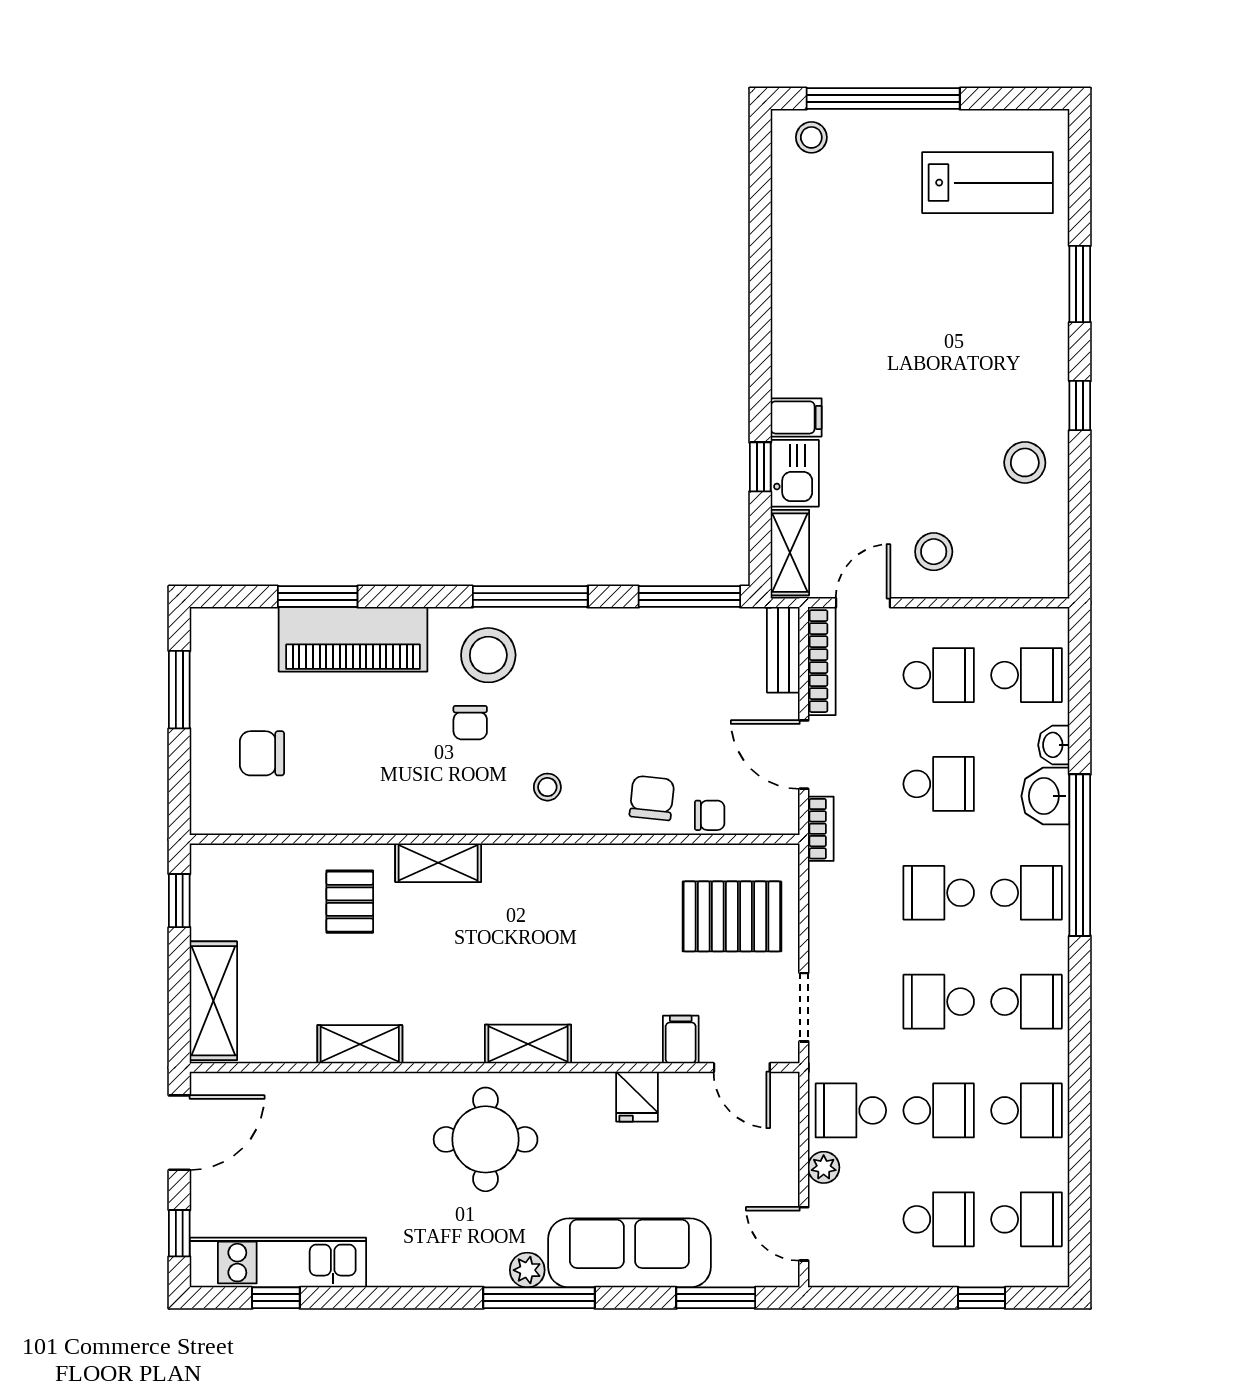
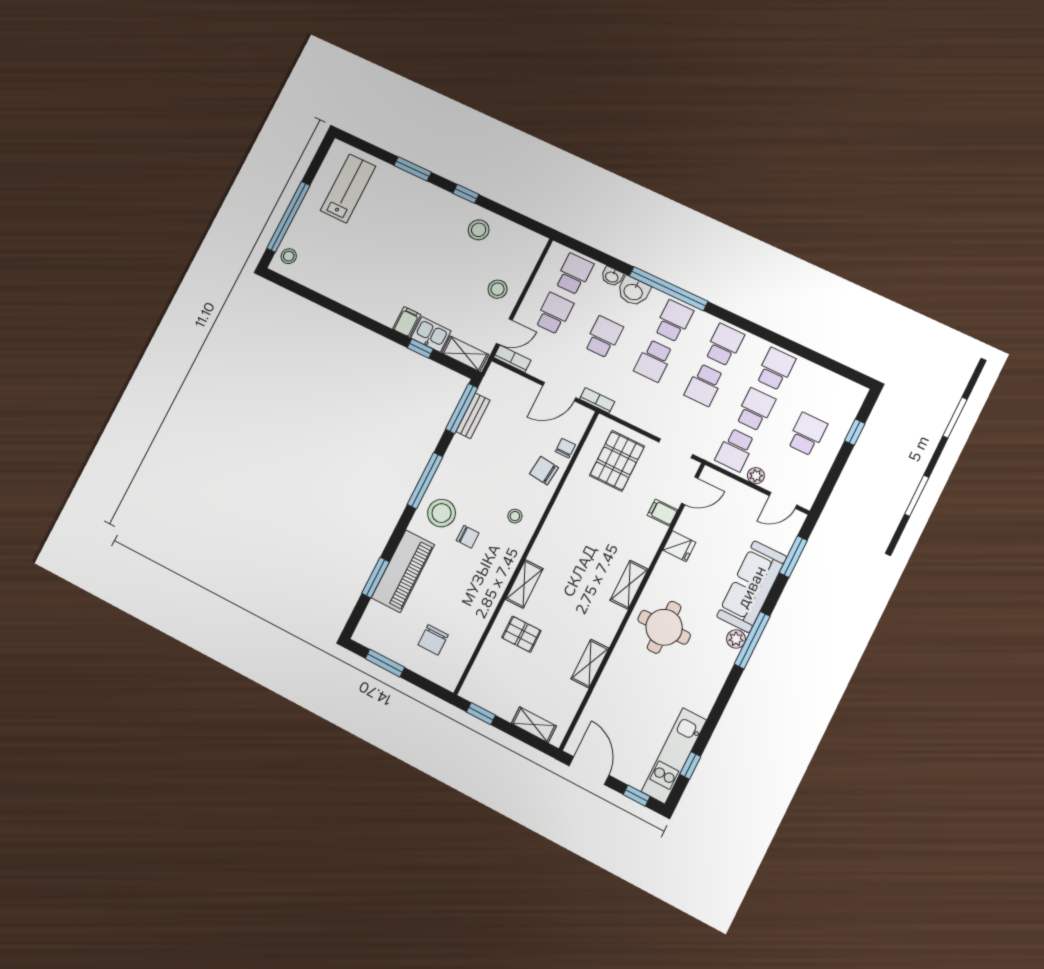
door: (863, 603) -> (504, 332), swing flipped
bench: (783, 650) -> (473, 416), moved, turned 90
bookcase: (822, 661) -> (512, 359), width x0.64
shelving: (213, 1001) -> (534, 725), width x0.67, depth x0.75
school desk: (1027, 1219) -> (827, 393), removed

